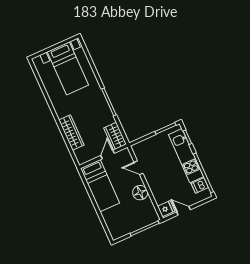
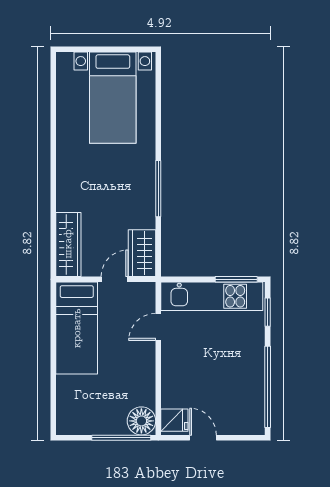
wardrobe: (71, 132) -> (68, 244), moved
kitchen unit: (186, 156) -> (212, 296), moved, turned -90
door: (139, 168) -> (158, 327), hinge flipped
dishwasher: (200, 186) -> (251, 406), removed
floor lamp: (140, 193) -> (141, 421), moved

